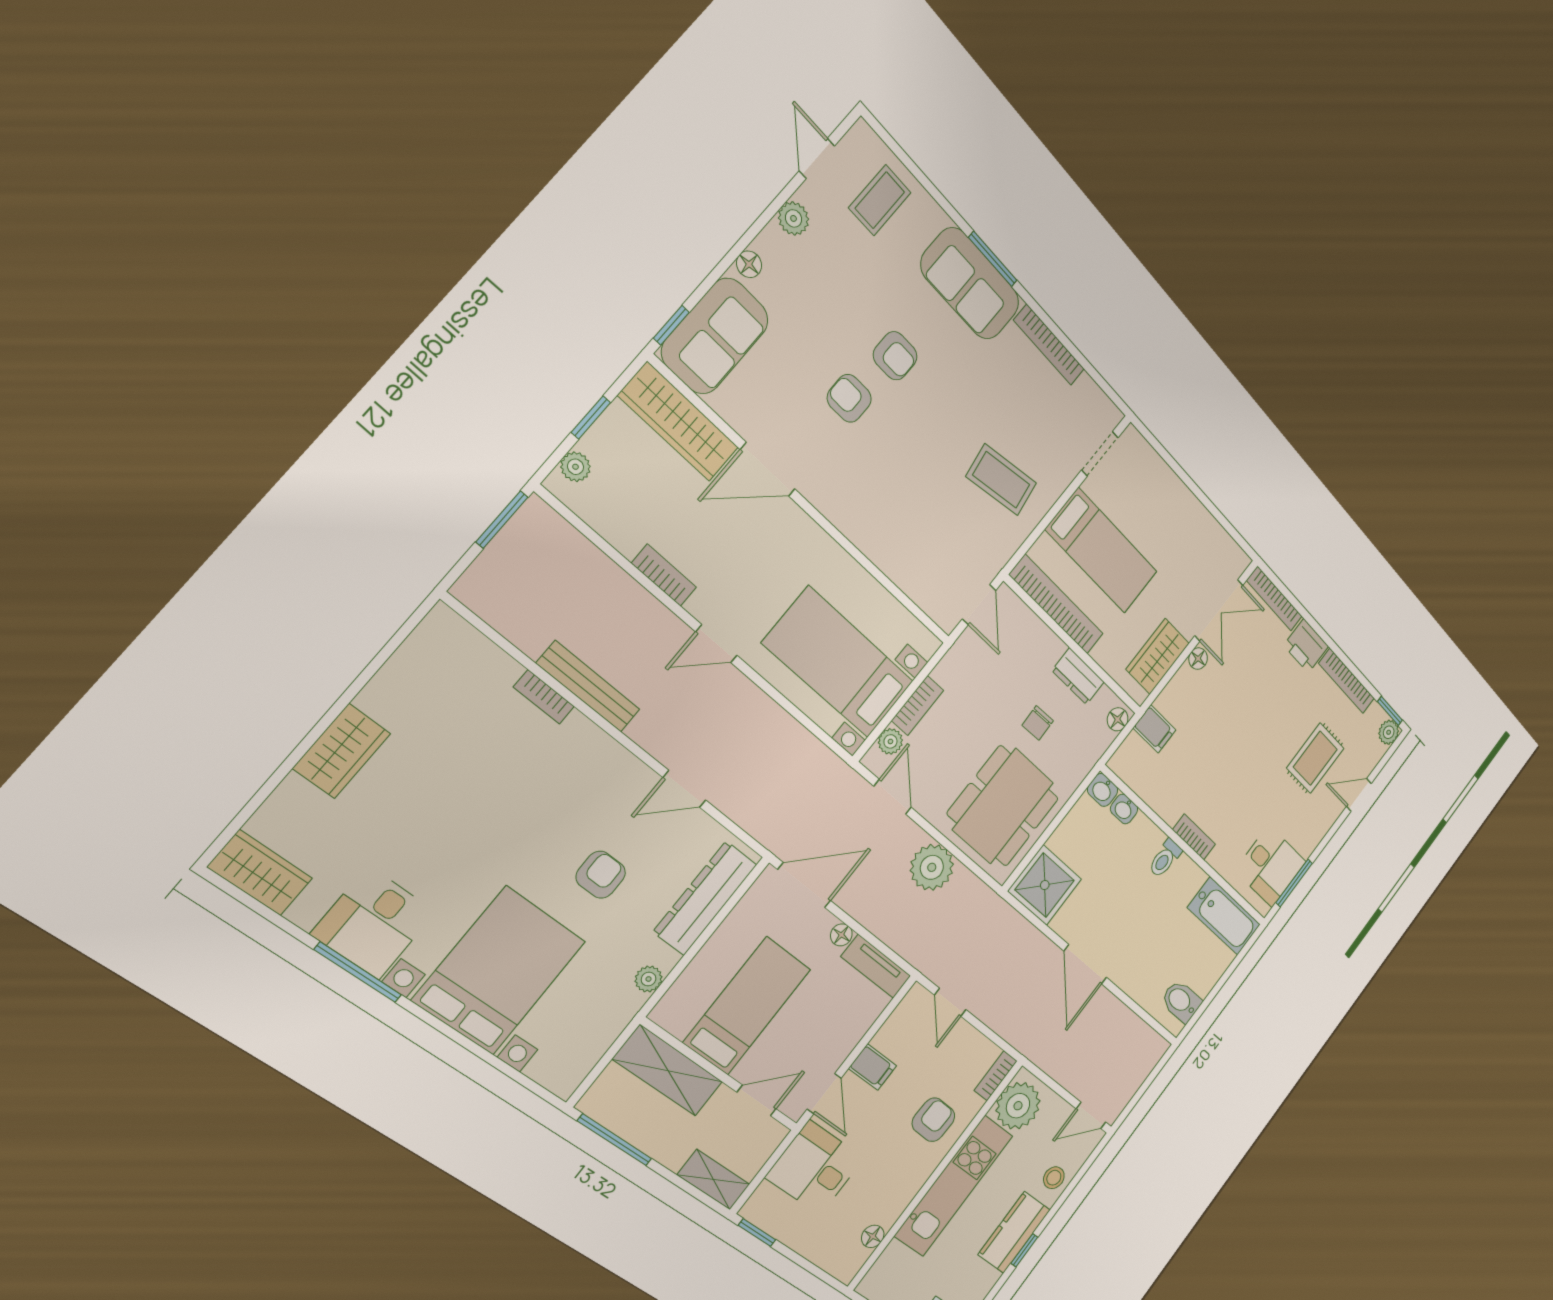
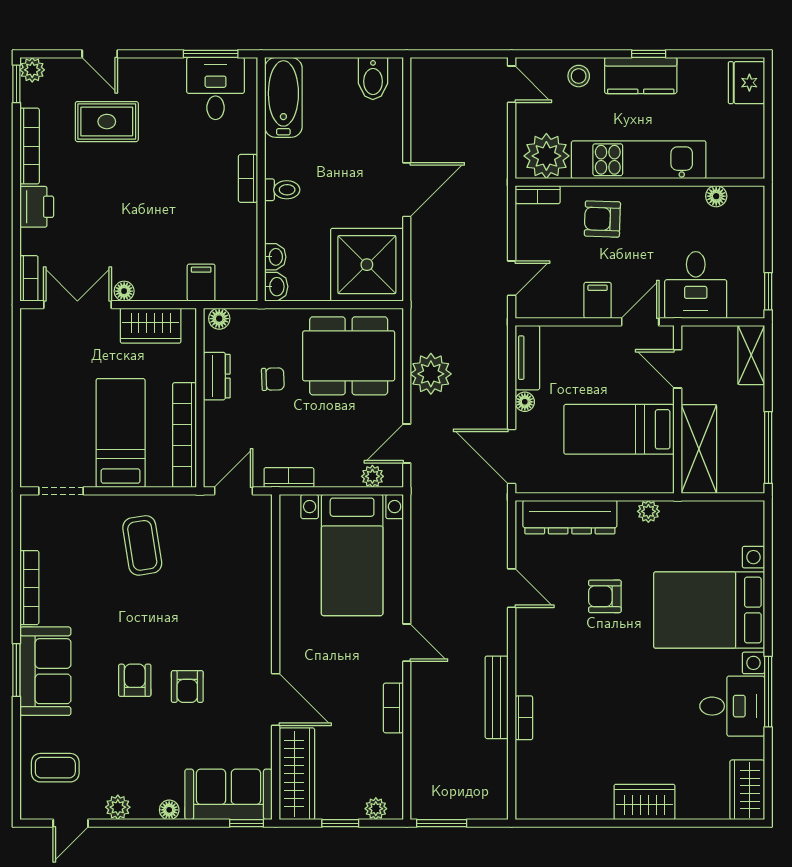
bookcase: (1274, 599) -> (29, 278), width x0.64
bookcase: (917, 705) -> (289, 478), moved
shower: (1045, 885) -> (367, 265), width x1.37, depth x1.37

